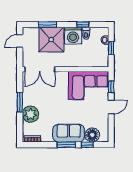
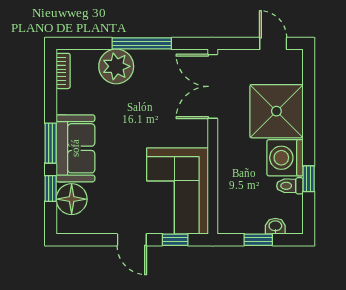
window: (48, 25) -> (309, 103), removed
window: (20, 102) -> (142, 43), width x1.44

